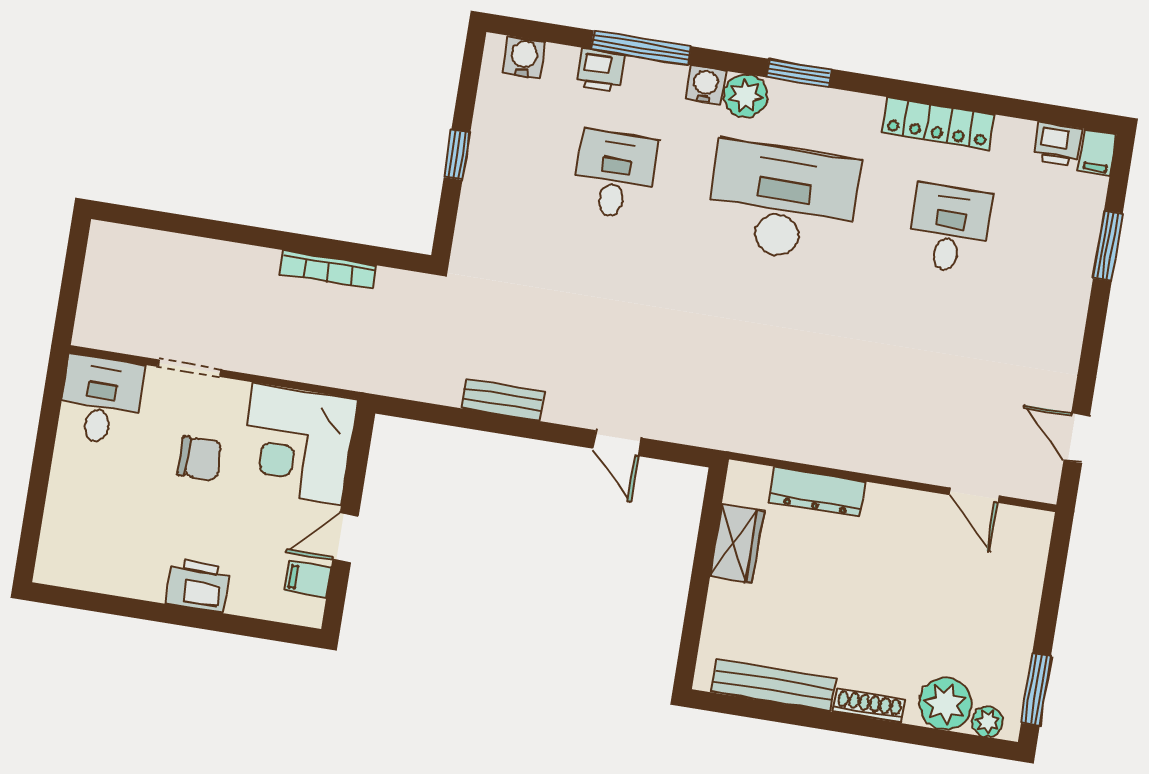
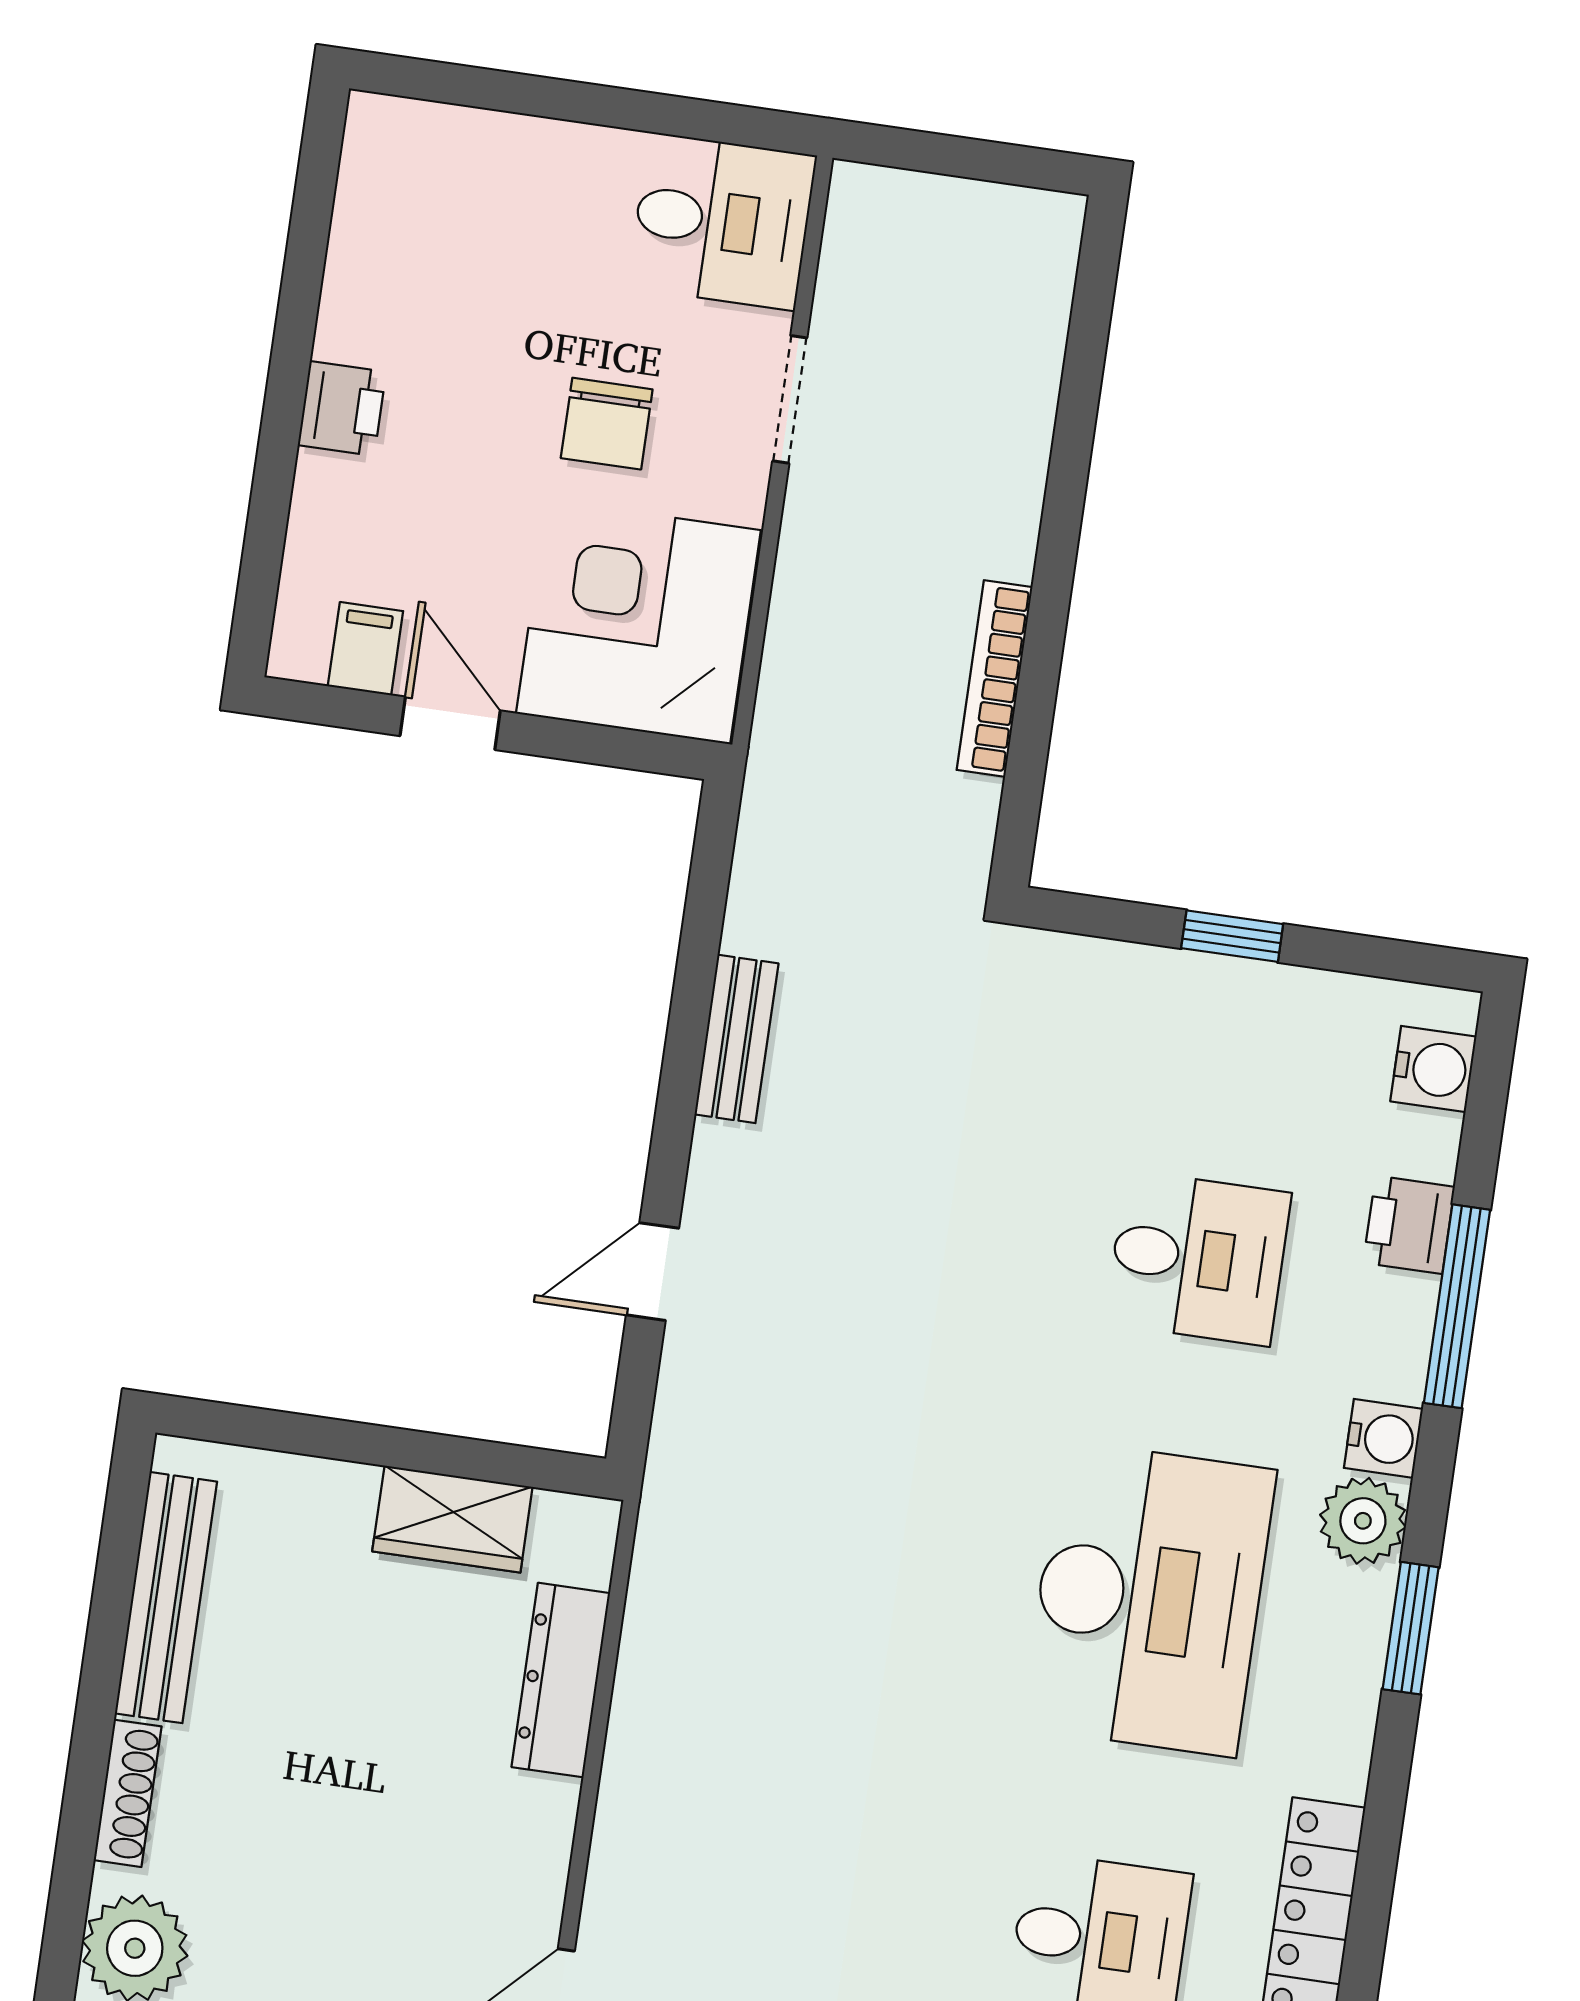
printer: (198, 585) -> (342, 408), width x0.73, depth x0.81

